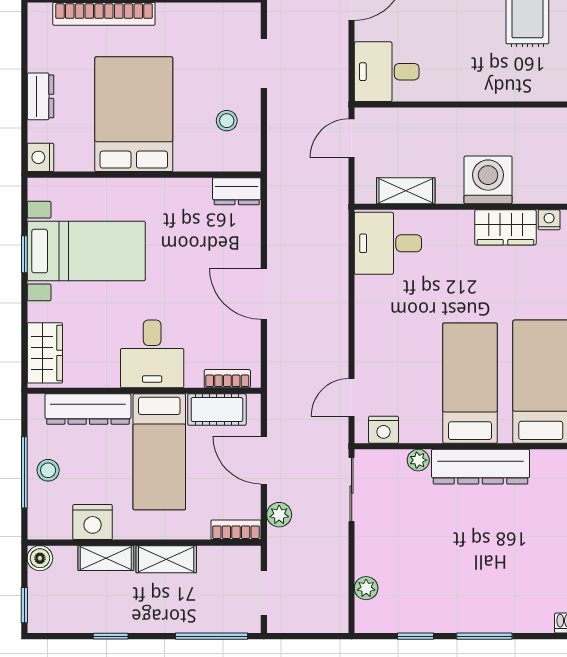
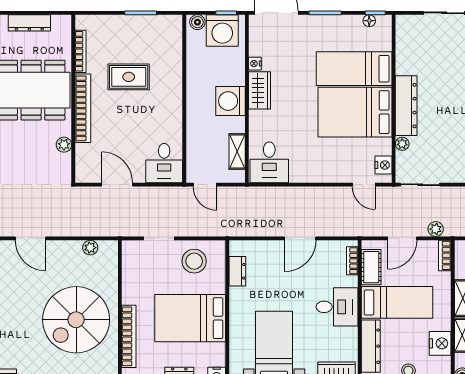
stool: (227, 121) -> (194, 261), width x1.89, depth x1.89
dresser: (237, 191) -> (237, 271), moved
bed: (470, 383) -> (355, 112), width x1.50

